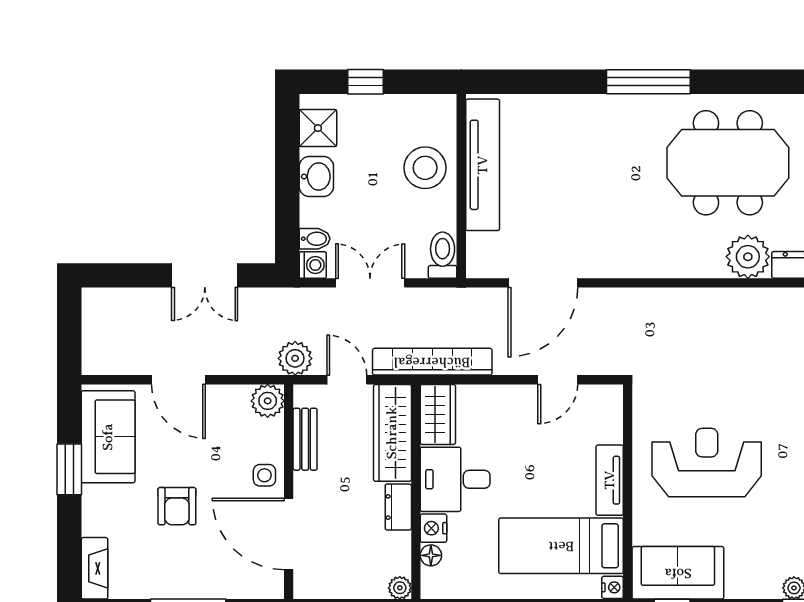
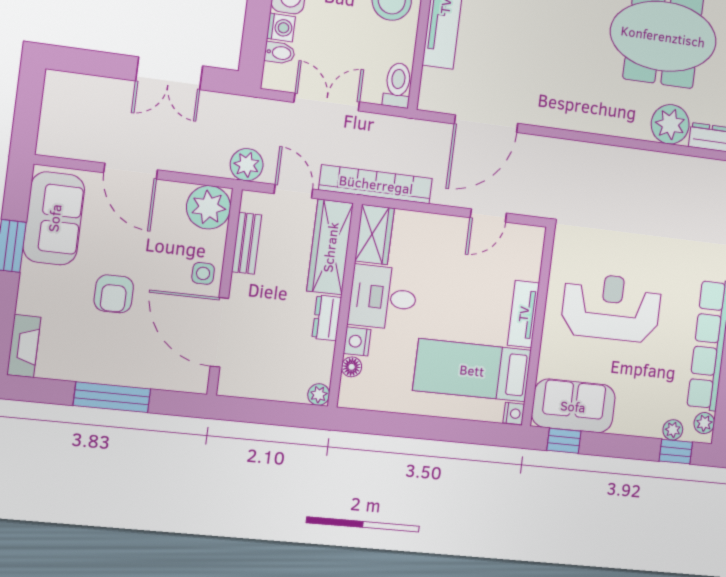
washing machine: (313, 265) -> (281, 27), moved
plant: (268, 401) -> (209, 207), width x1.36, depth x1.36

